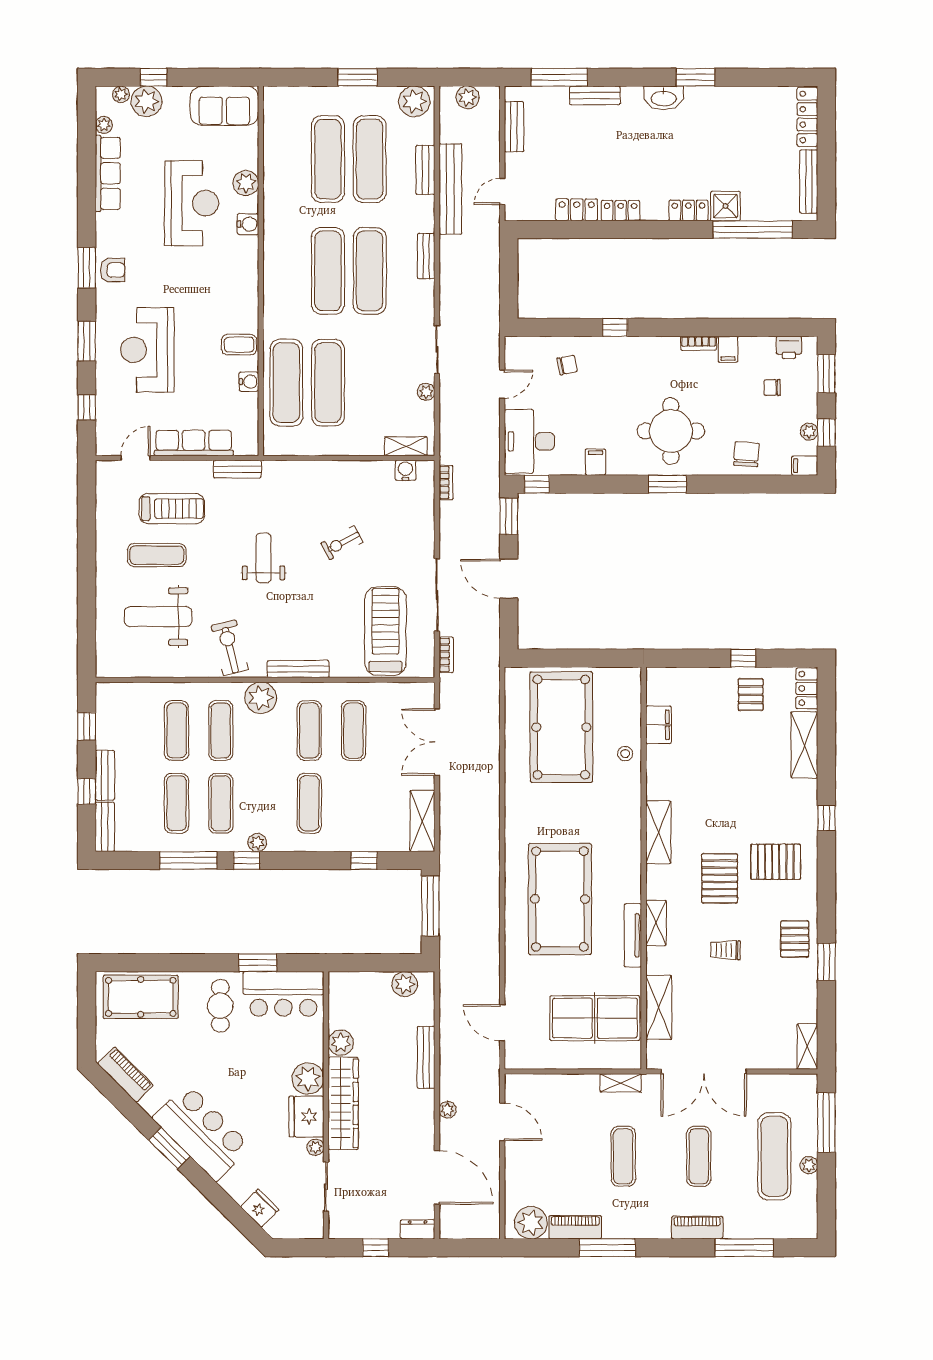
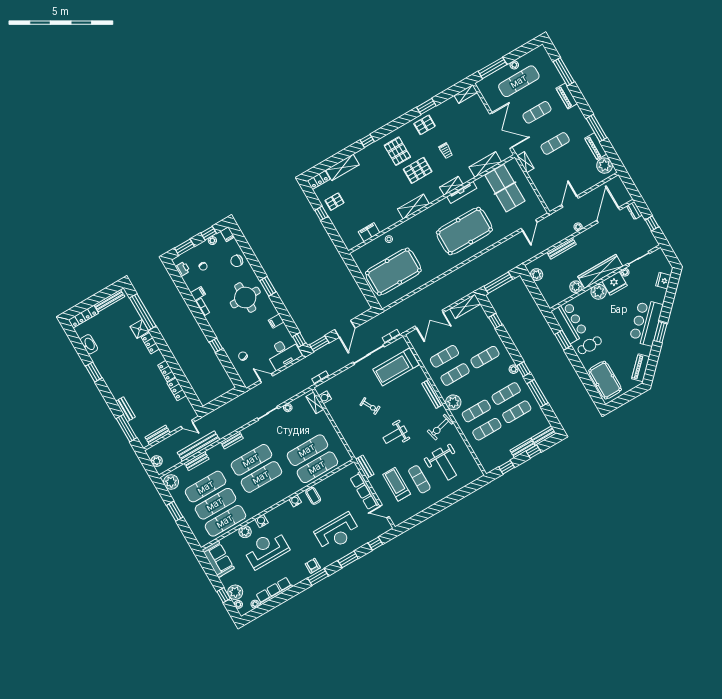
washbasin: (664, 98) -> (89, 344), moved
exercise mat: (286, 159) -> (225, 521), added
water cooler: (249, 382) -> (295, 501), moved

